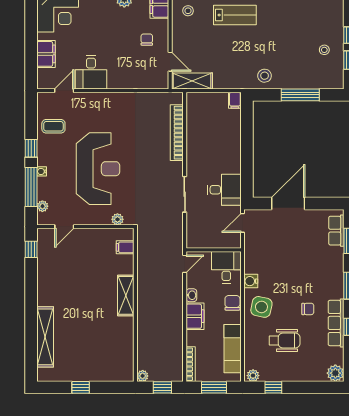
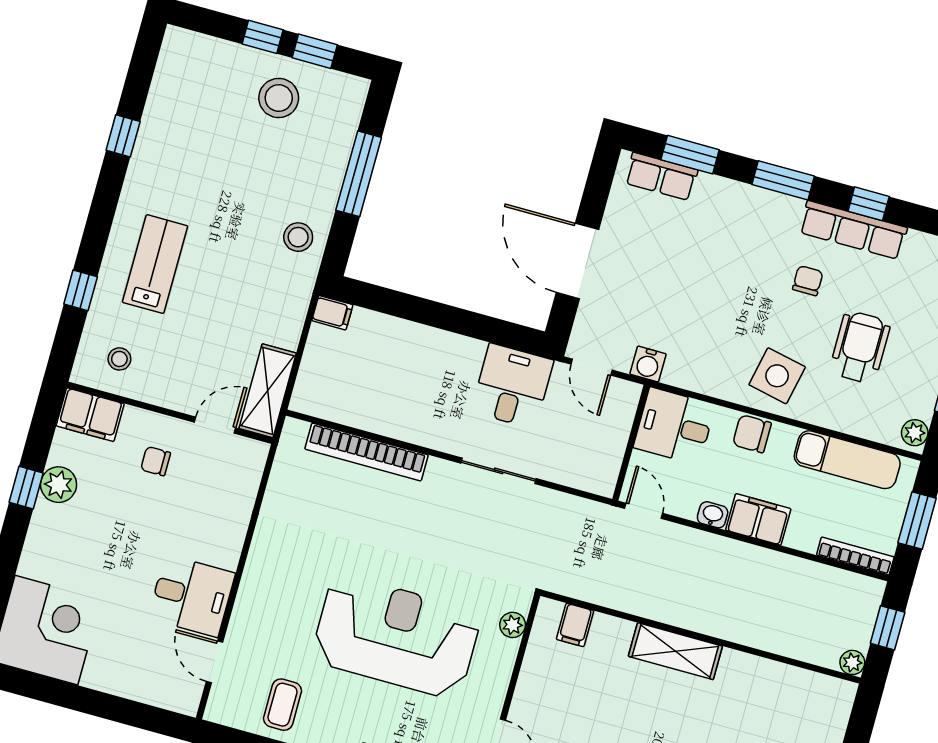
stool: (324, 50) -> (279, 98), width x1.89, depth x1.89
filing cabinet: (46, 54) -> (128, 679), removed
water cooler: (251, 281) -> (648, 364), moved

